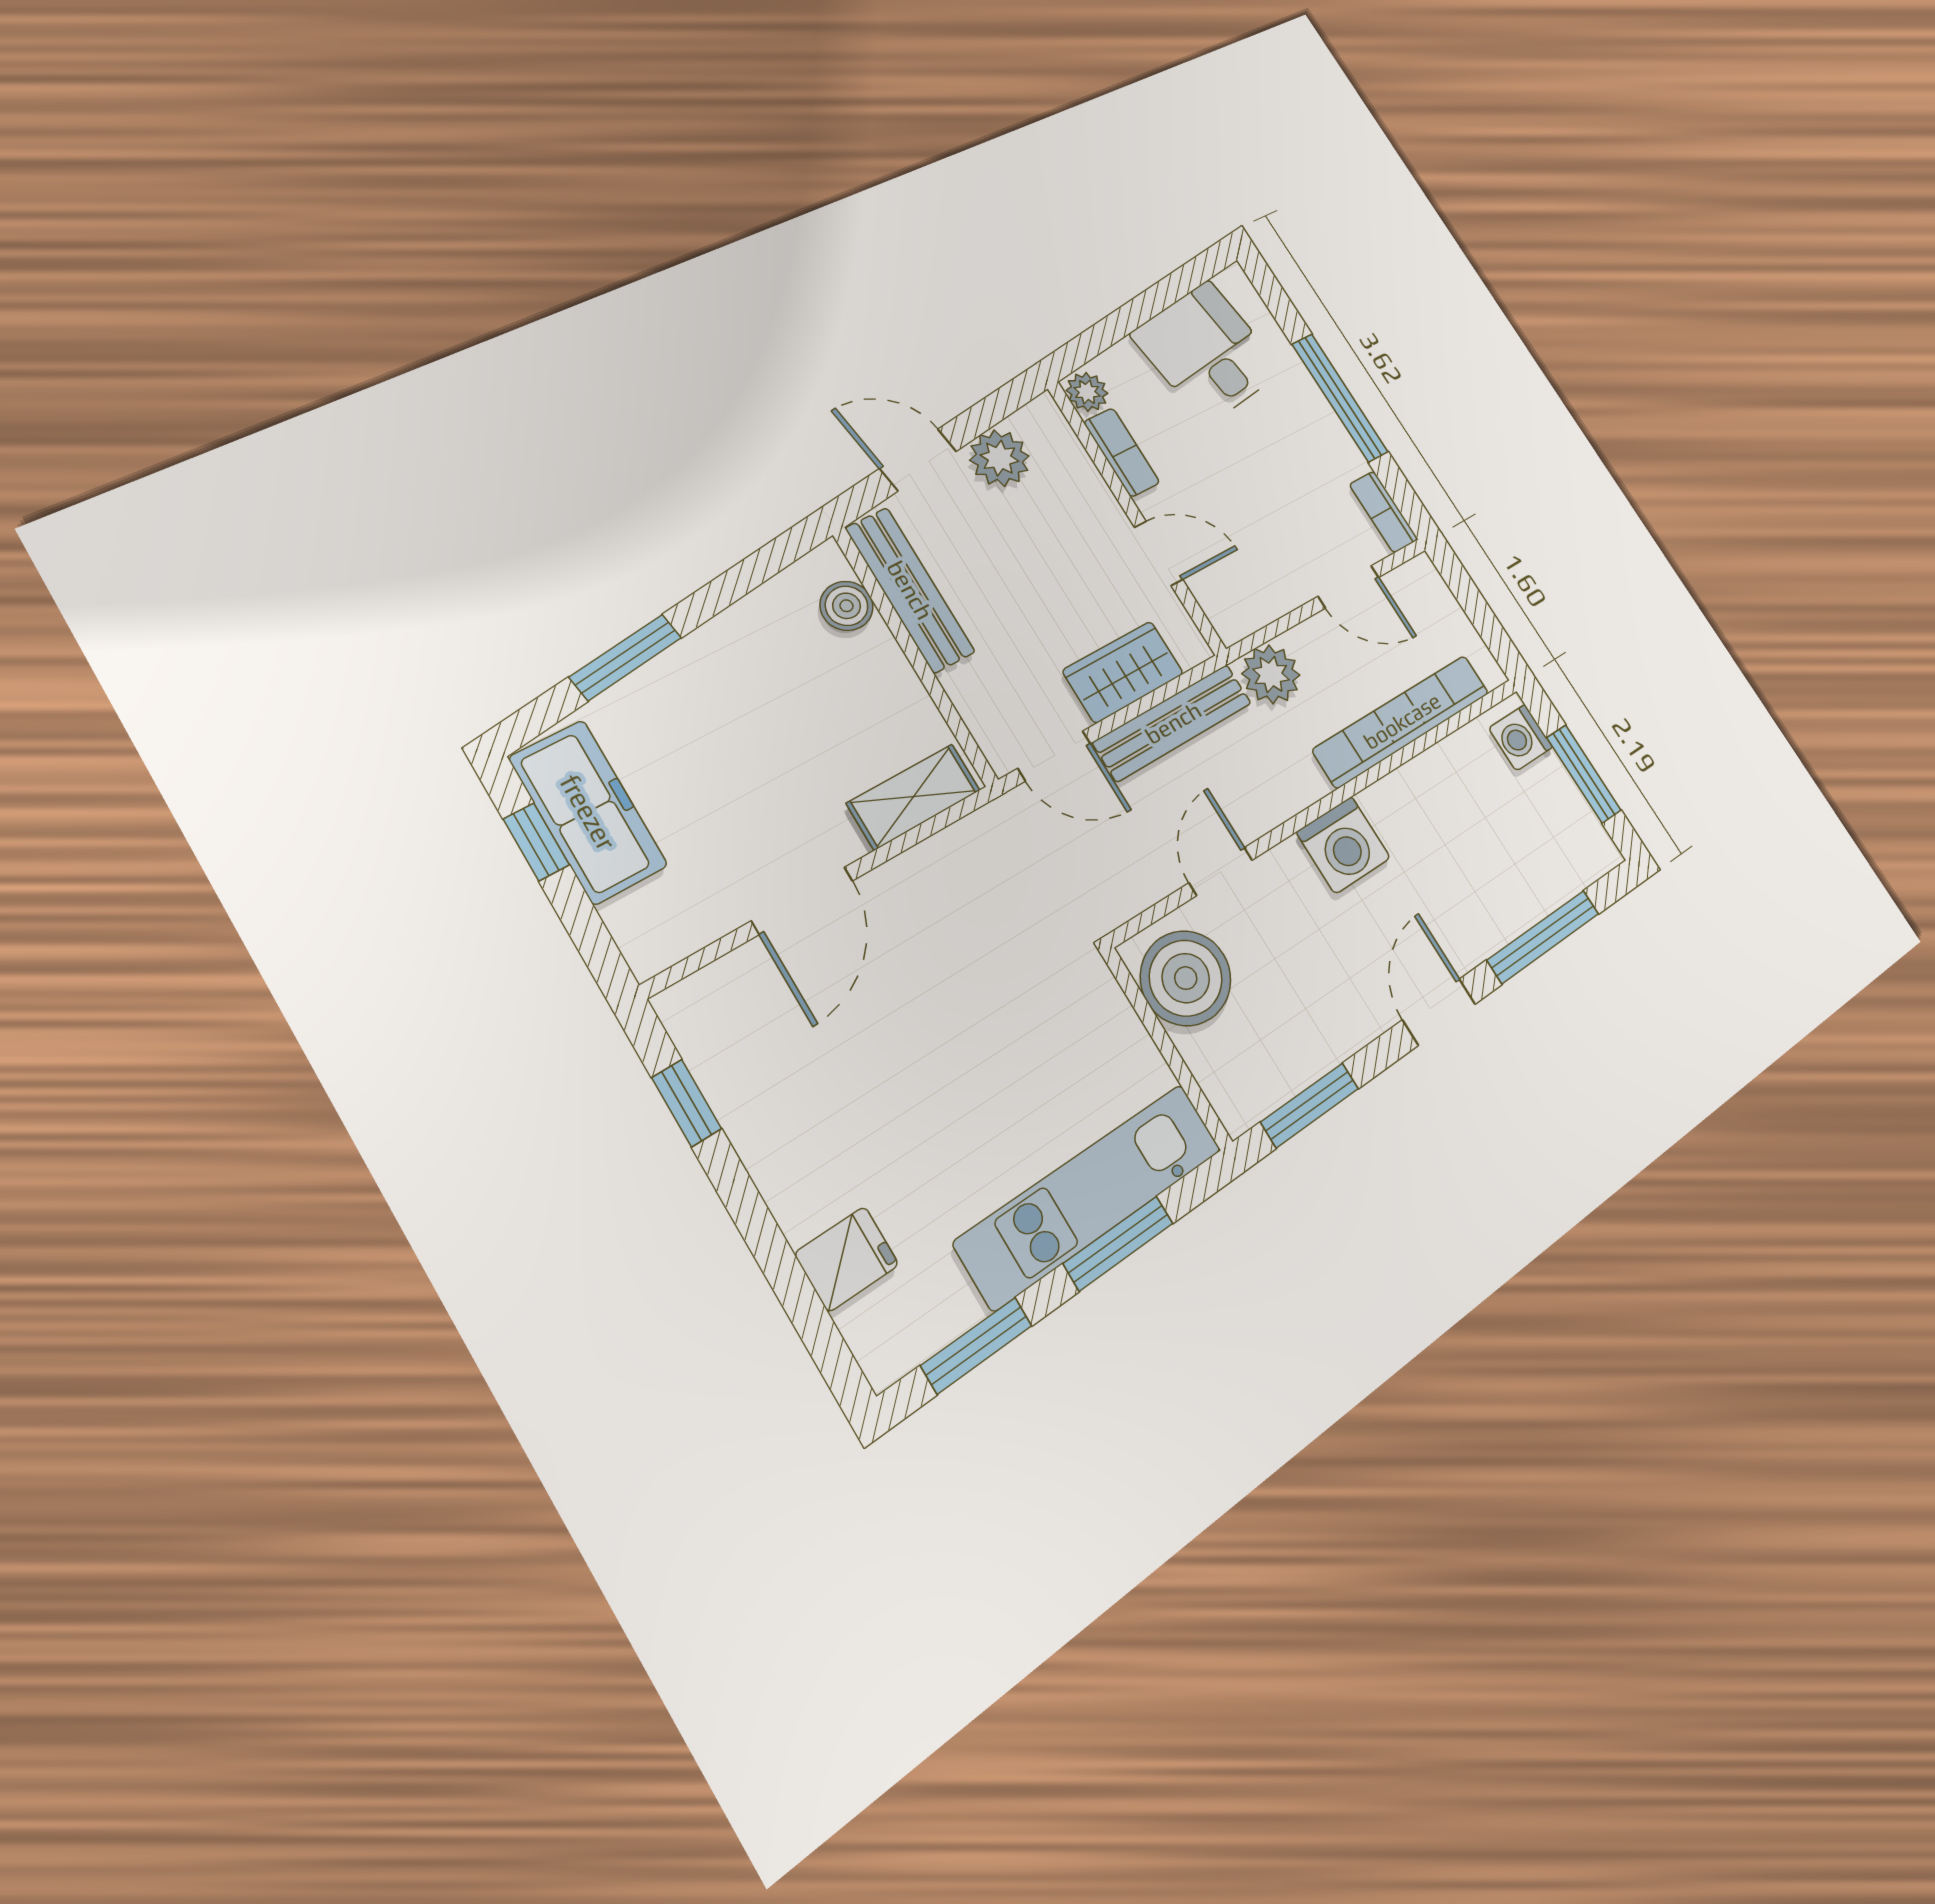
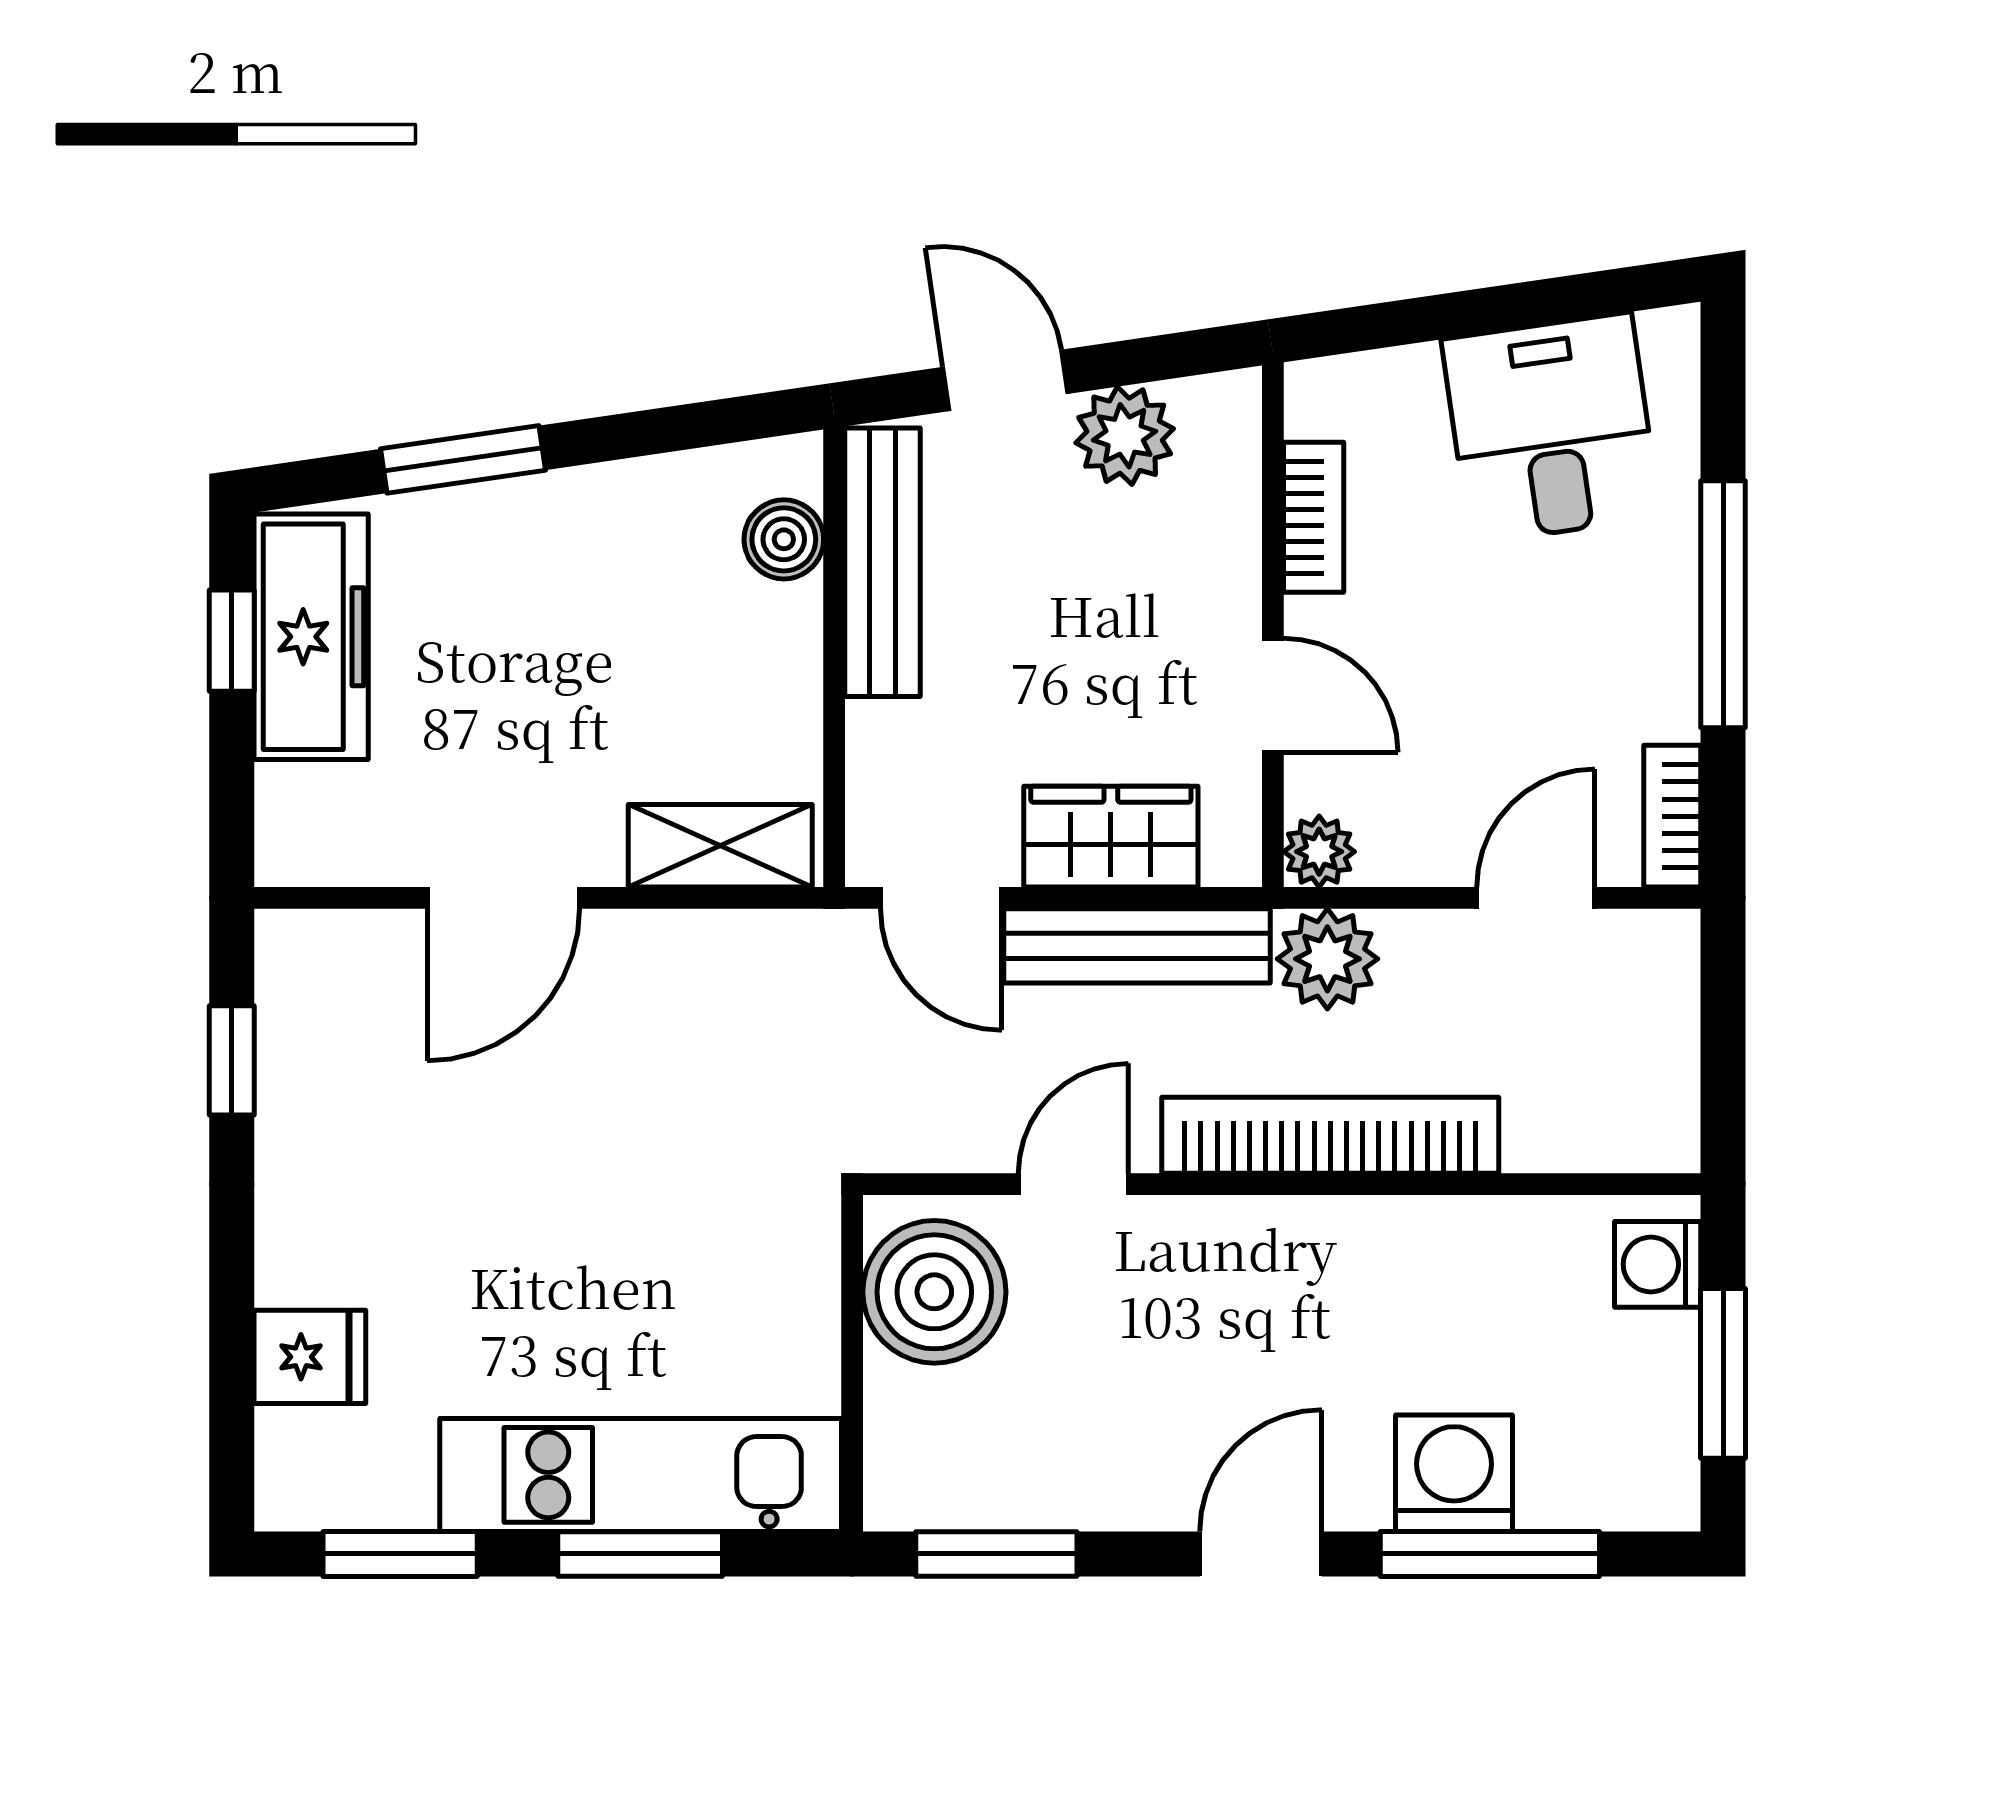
plant: (1087, 392) -> (1319, 852), moved
door: (1348, 587) -> (1536, 898), swing flipped
bookcase: (1402, 721) -> (1330, 1135), moved
washing machine: (1343, 845) -> (1454, 1473), moved, turned 180

